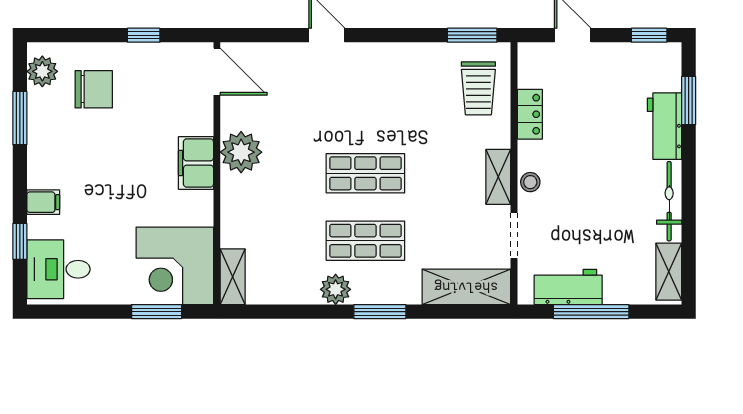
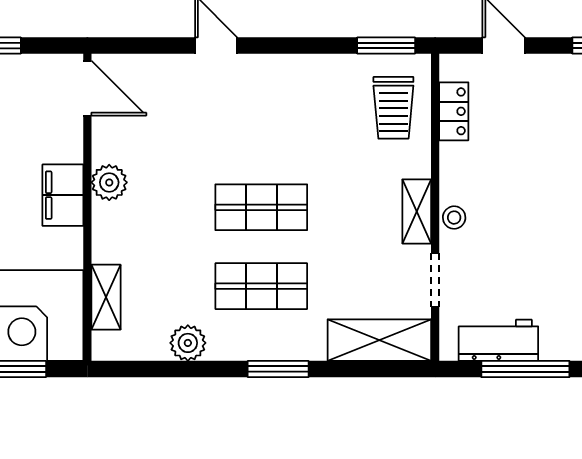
locker: (530, 114) -> (454, 111), moved
plant: (241, 152) -> (109, 182), width x0.73, depth x0.73
shelving: (233, 277) -> (106, 297), moved
plant: (336, 289) -> (188, 343), moved

